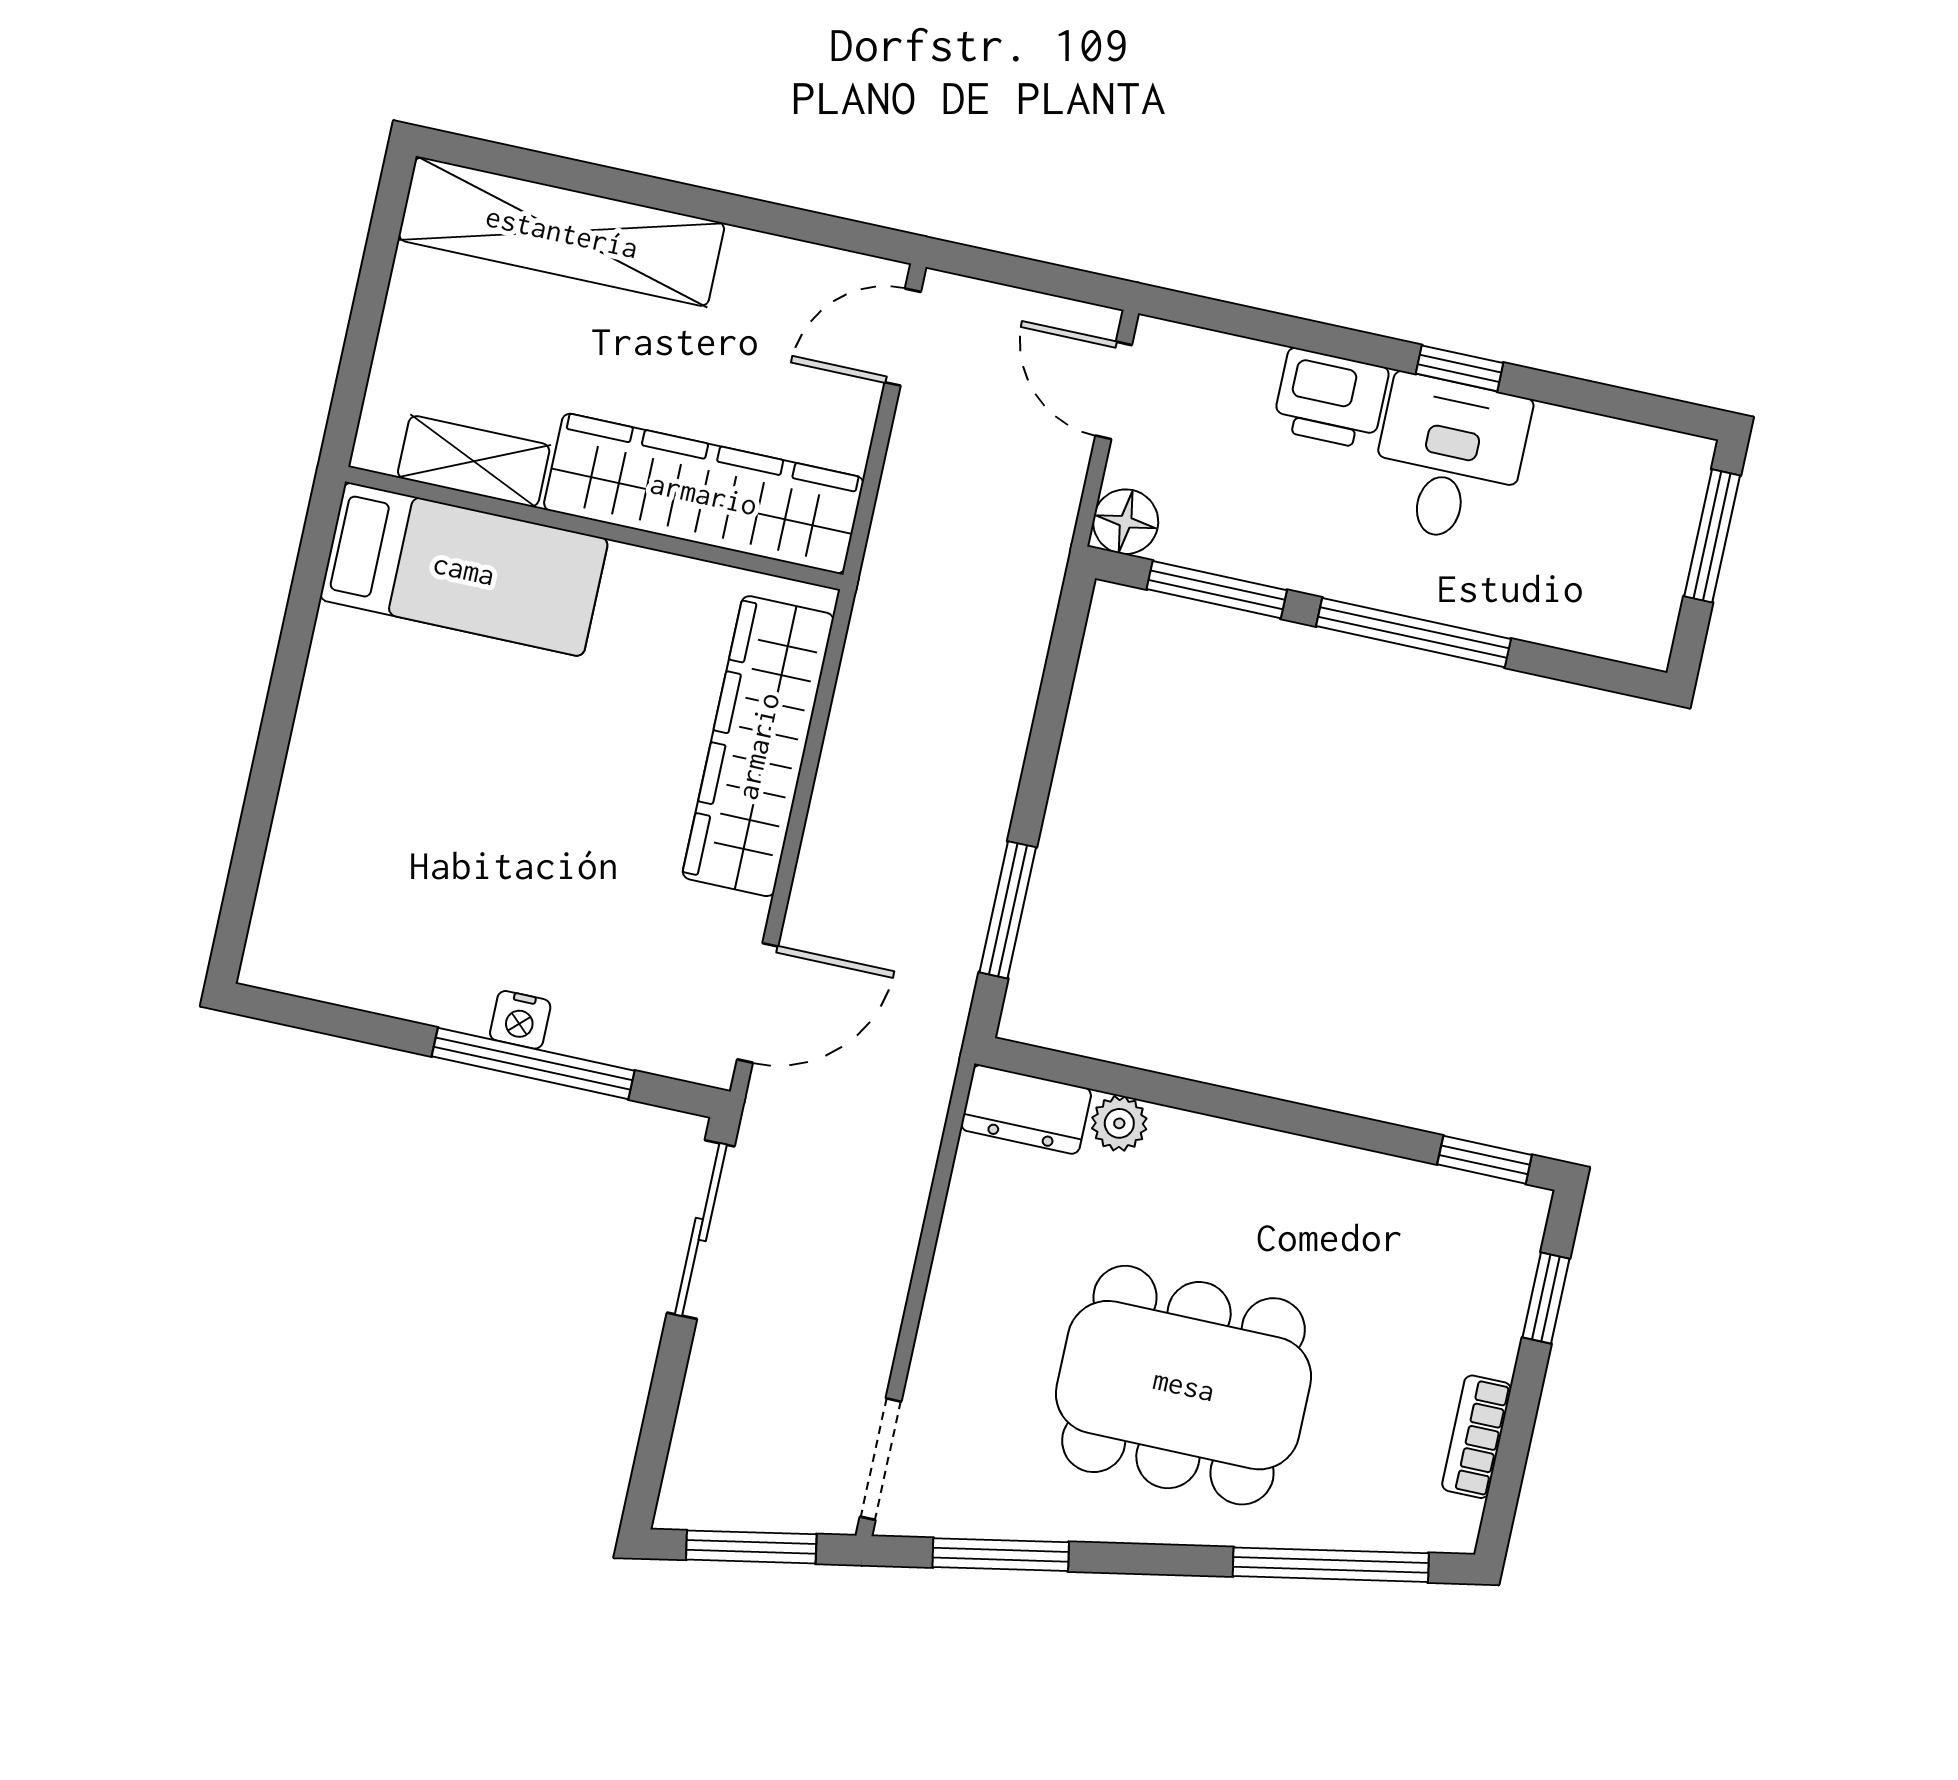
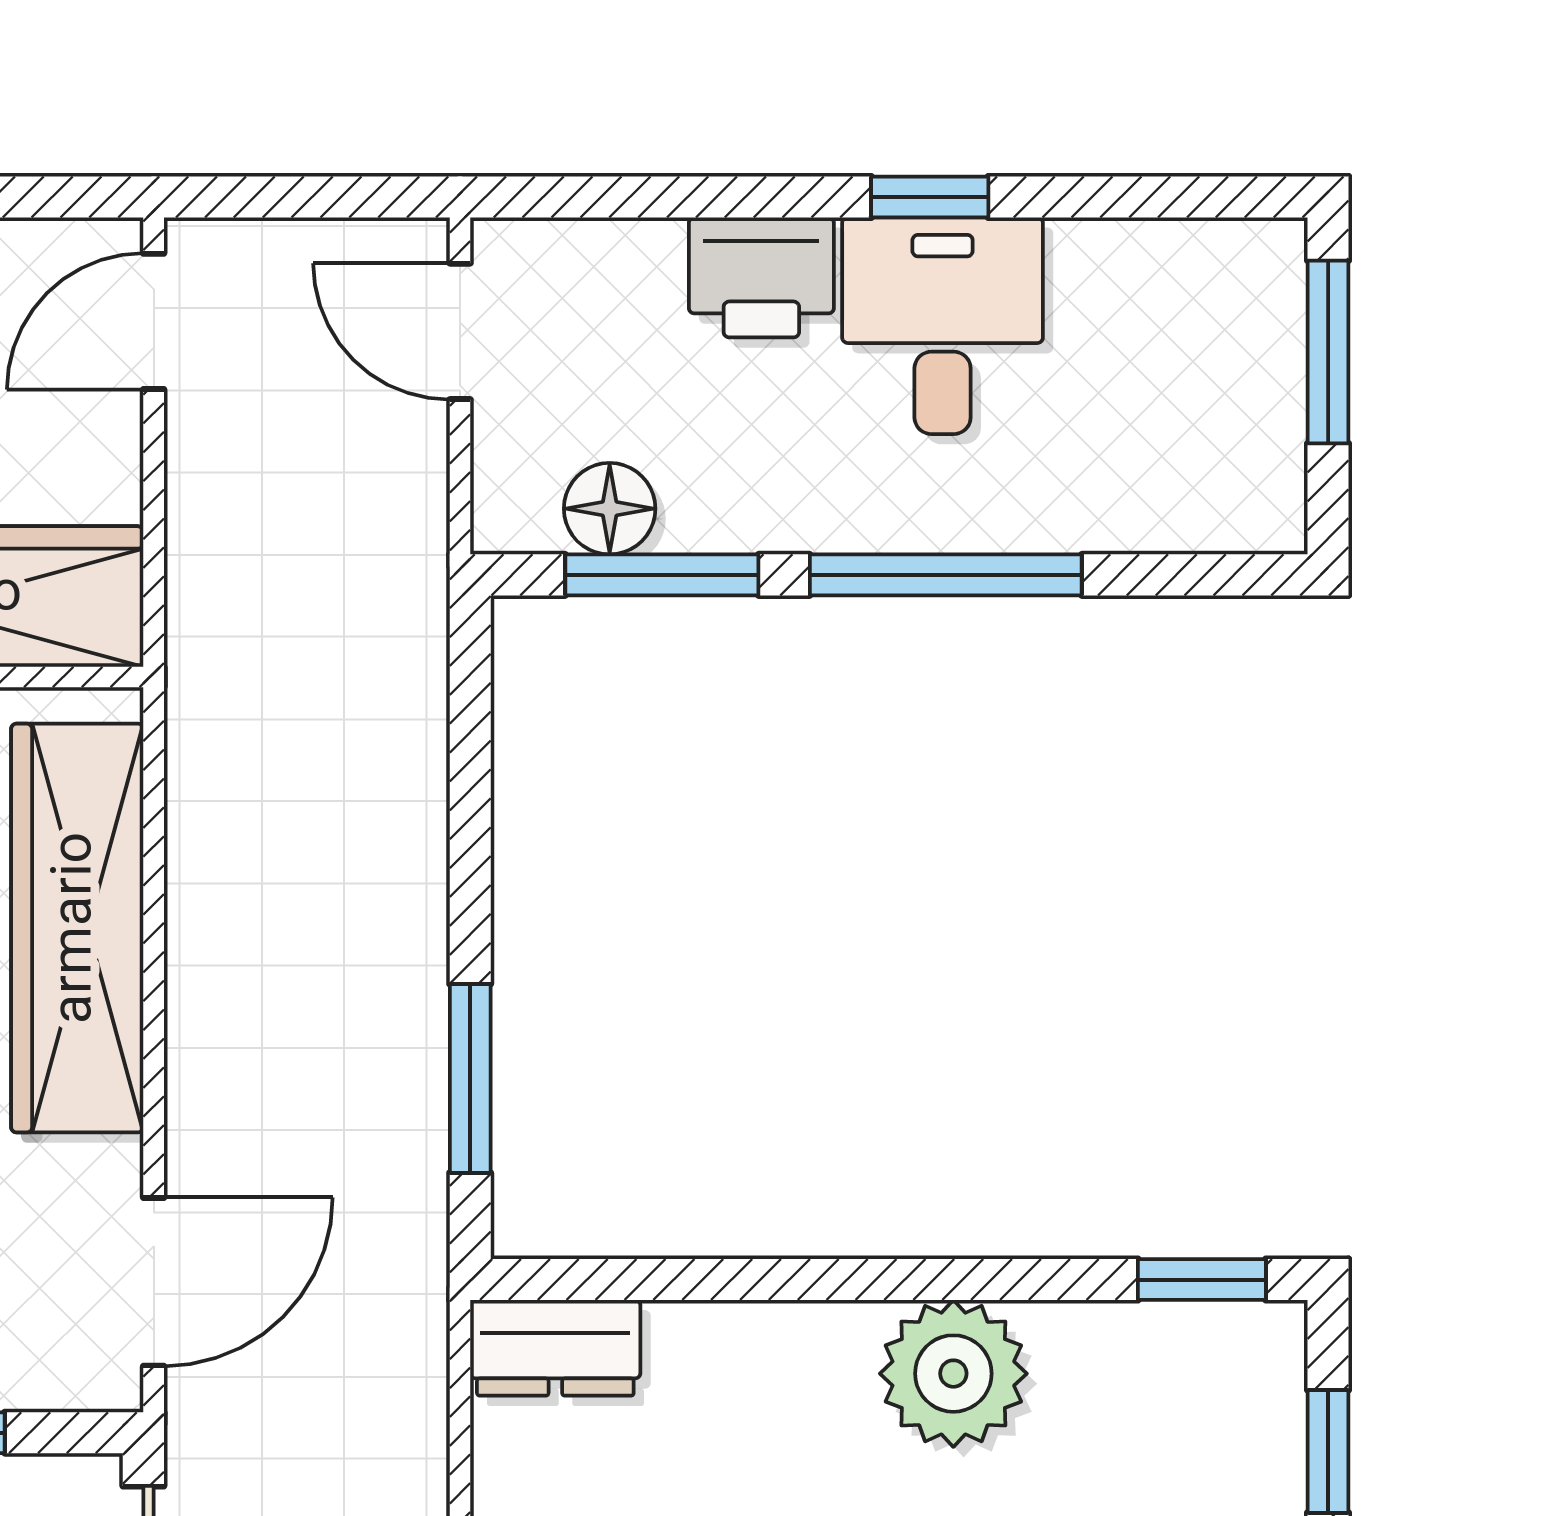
floor lamp: (1126, 522) -> (610, 509), moved
plant: (1119, 1123) -> (953, 1374), moved, width x1.88, depth x1.88

